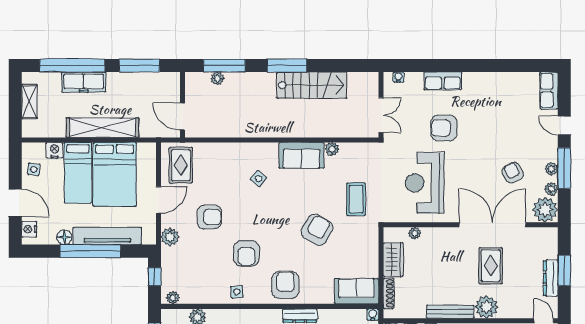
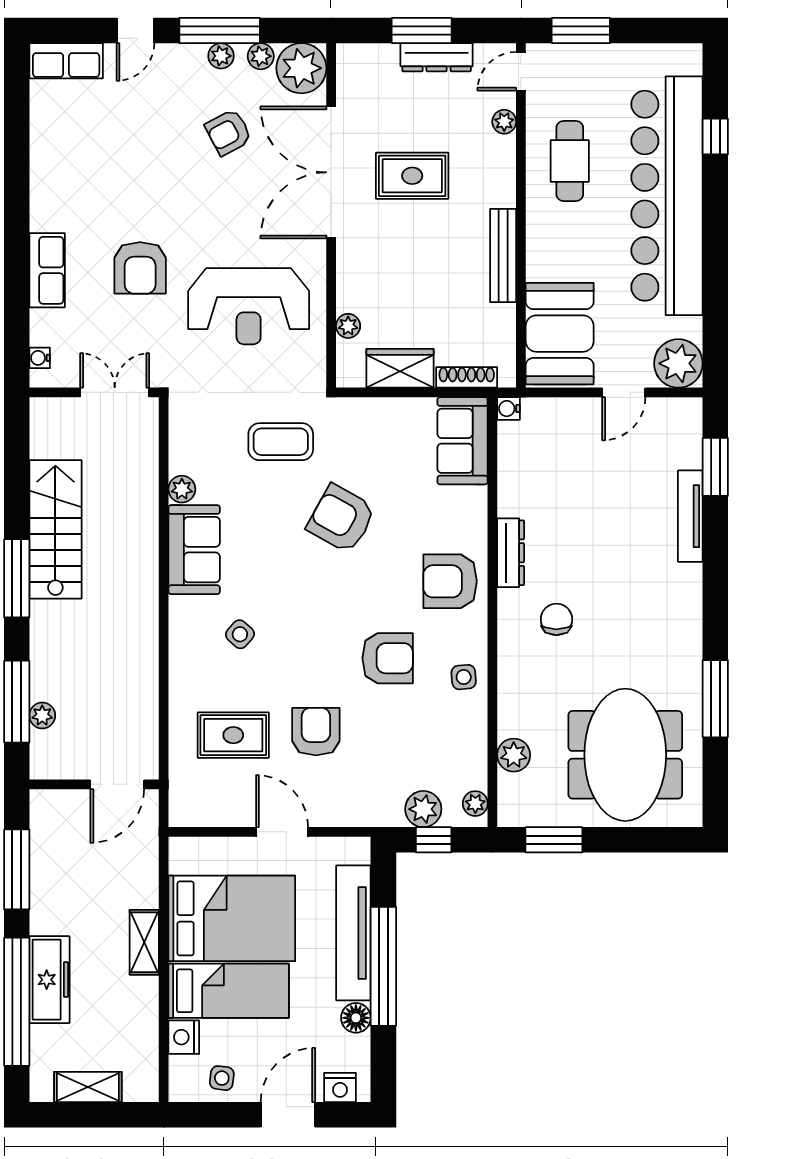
shelving: (103, 128) -> (144, 942), width x0.45, depth x0.75
rug: (181, 165) -> (233, 735), moved
plant: (170, 237) -> (423, 809), moved
plant: (487, 307) -> (504, 122), moved, width x0.53, depth x0.53

